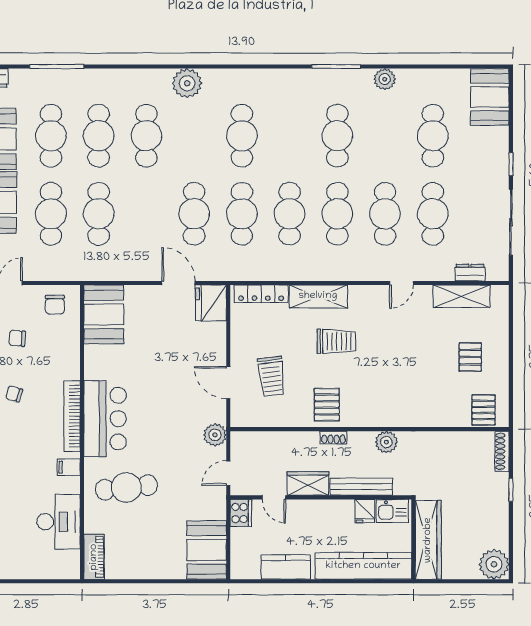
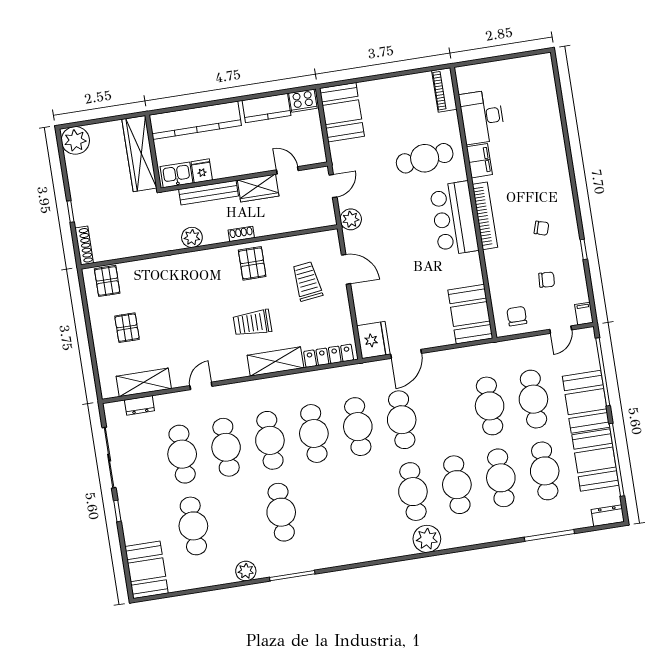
cafe table: (242, 136) -> (413, 492), moved
door: (179, 283) -> (406, 354), hinge flipped
filing cabinet: (69, 467) -> (479, 161), width x2.00
cooker: (241, 513) -> (303, 101), moved, turned -90

